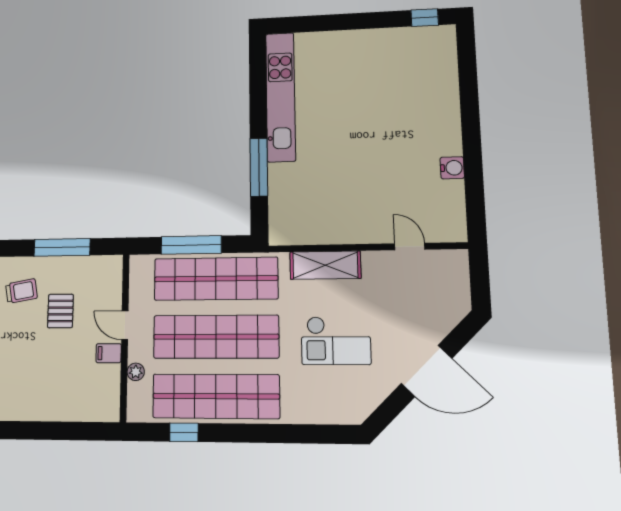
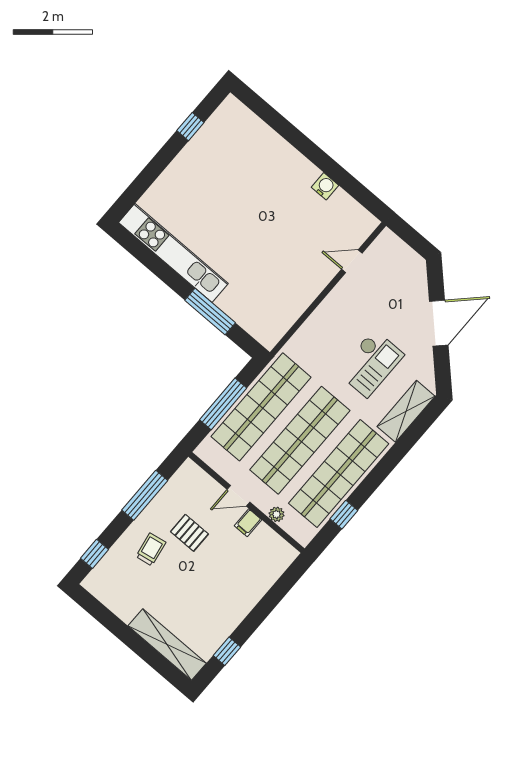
window: (425, 18) -> (190, 127), moved
shelving: (325, 265) -> (406, 411), moved

